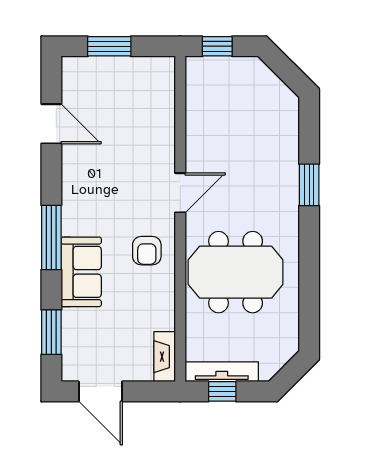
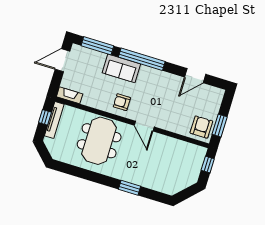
window: (109, 46) -> (220, 126), moved
armchair: (148, 81) -> (201, 127), added
window: (51, 237) -> (142, 59), width x1.46
window: (51, 332) -> (97, 46), width x1.44

